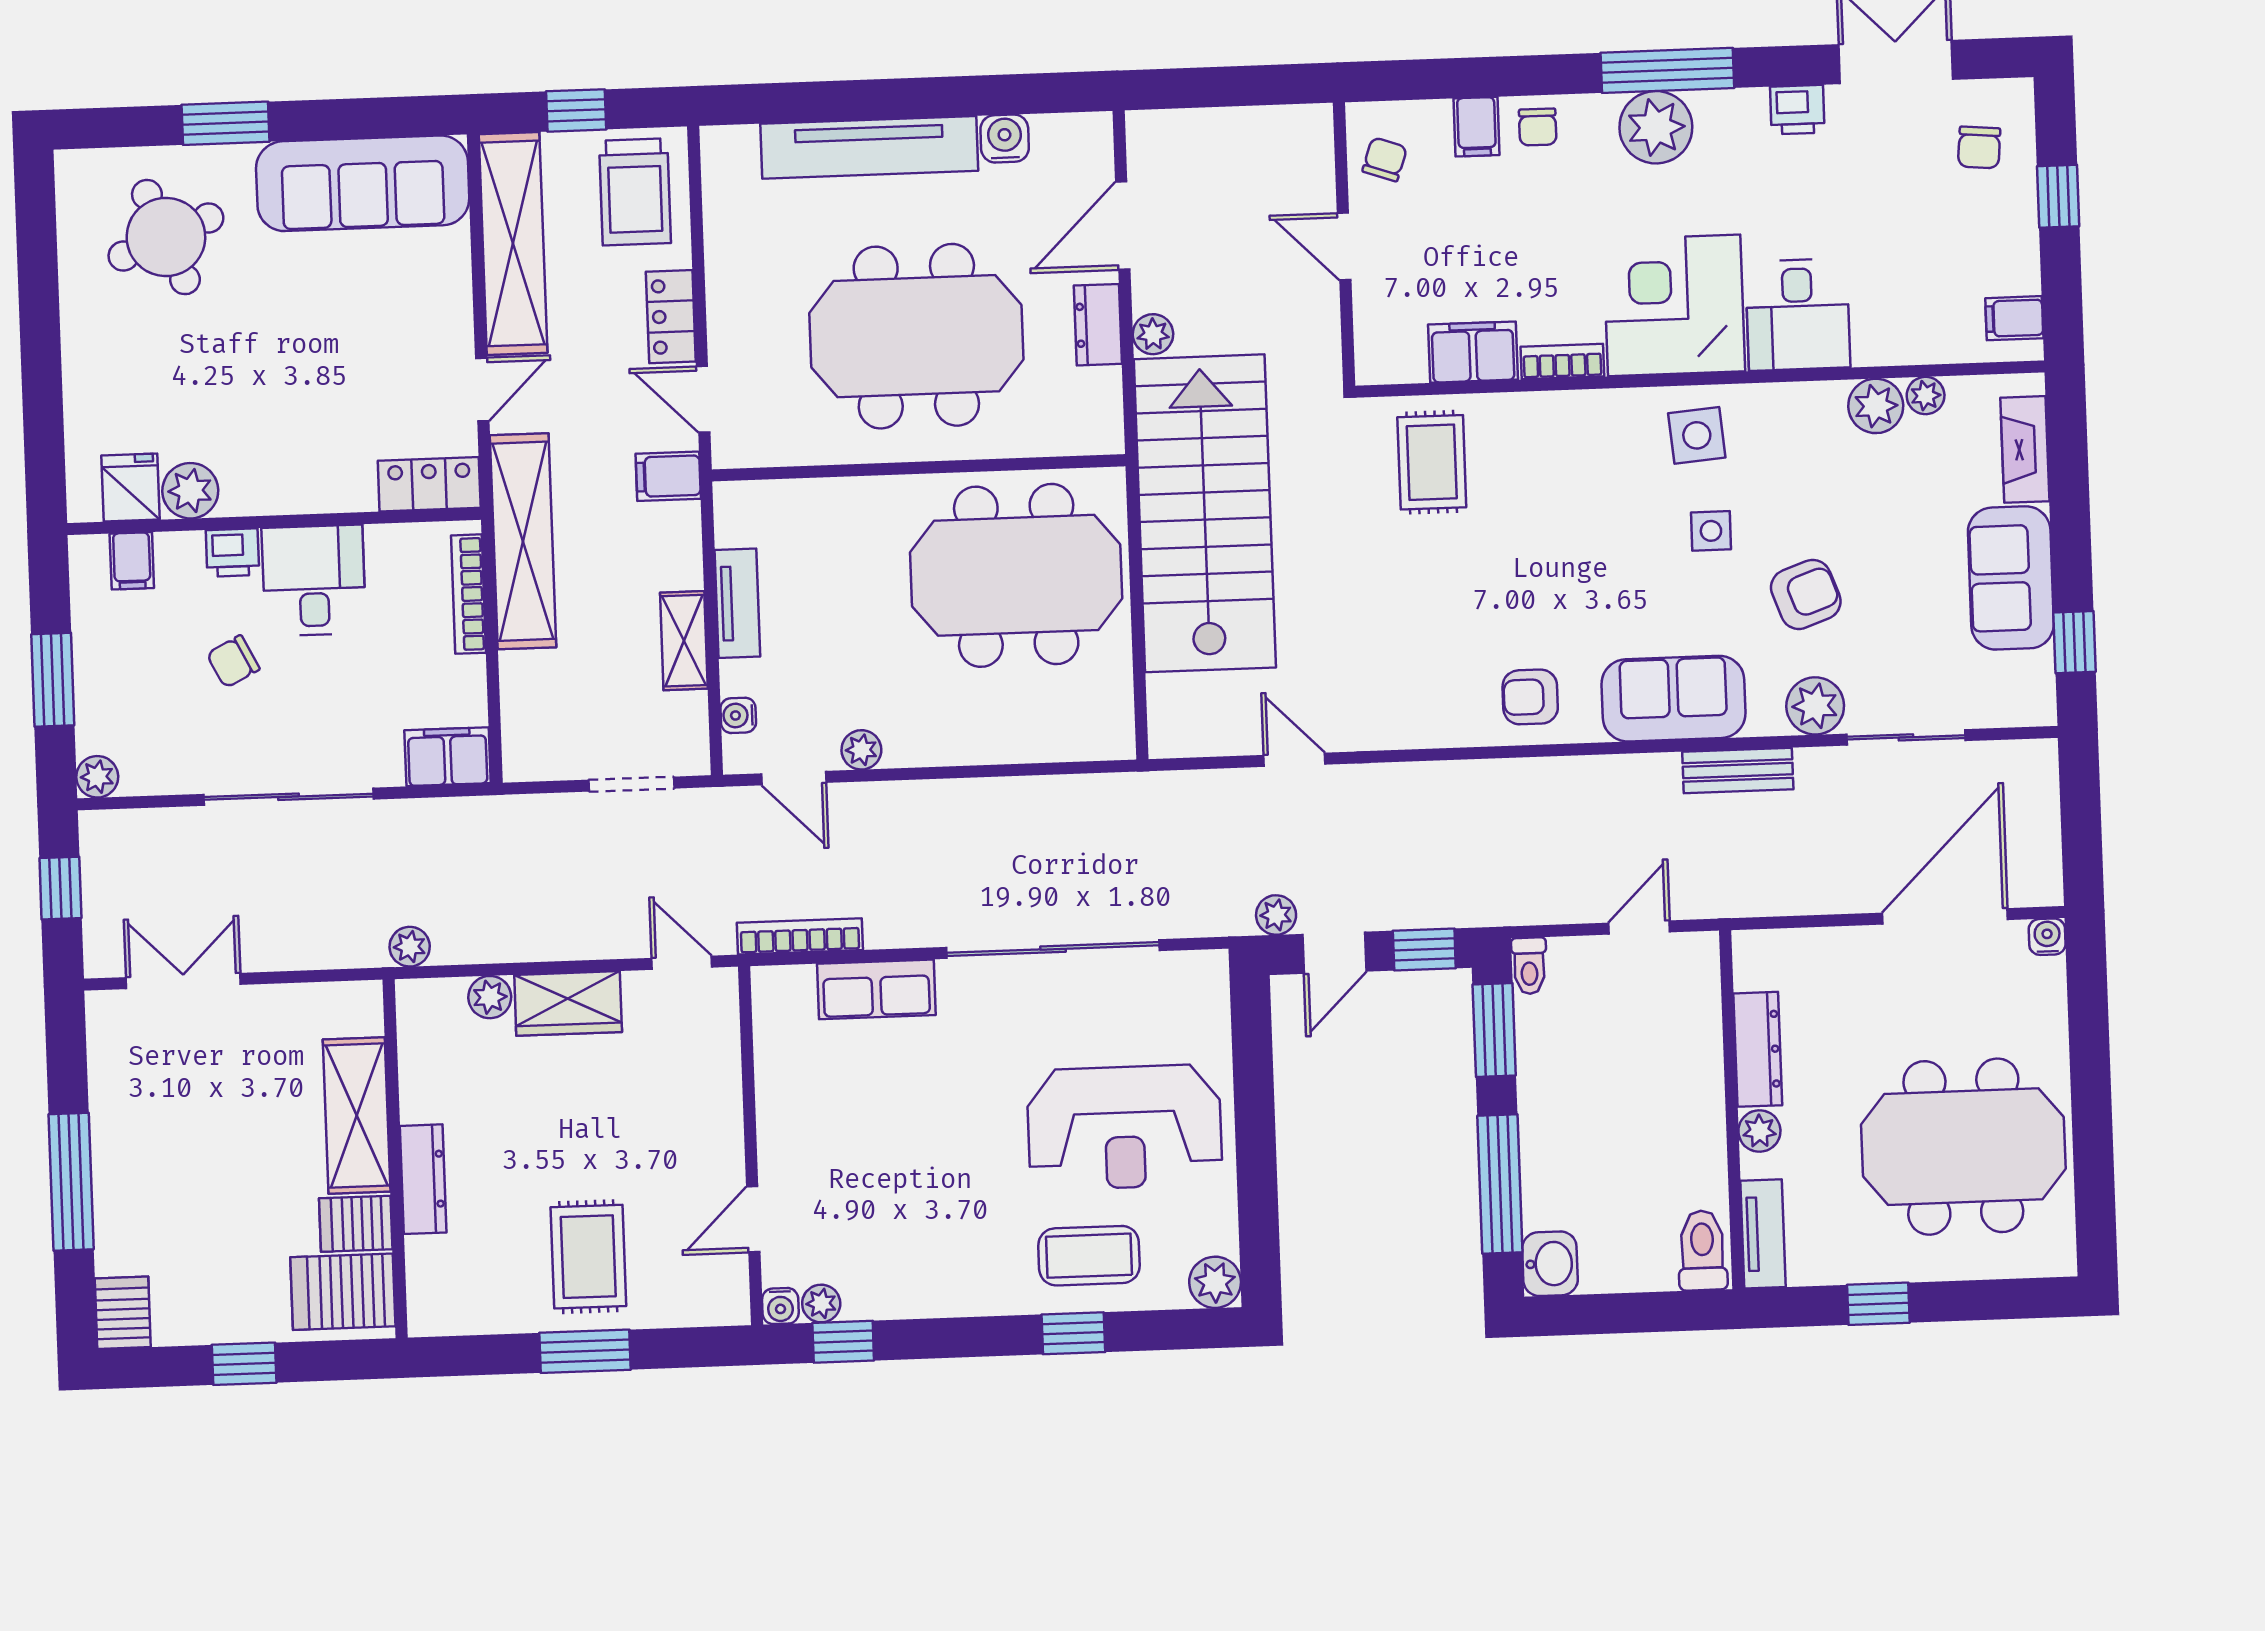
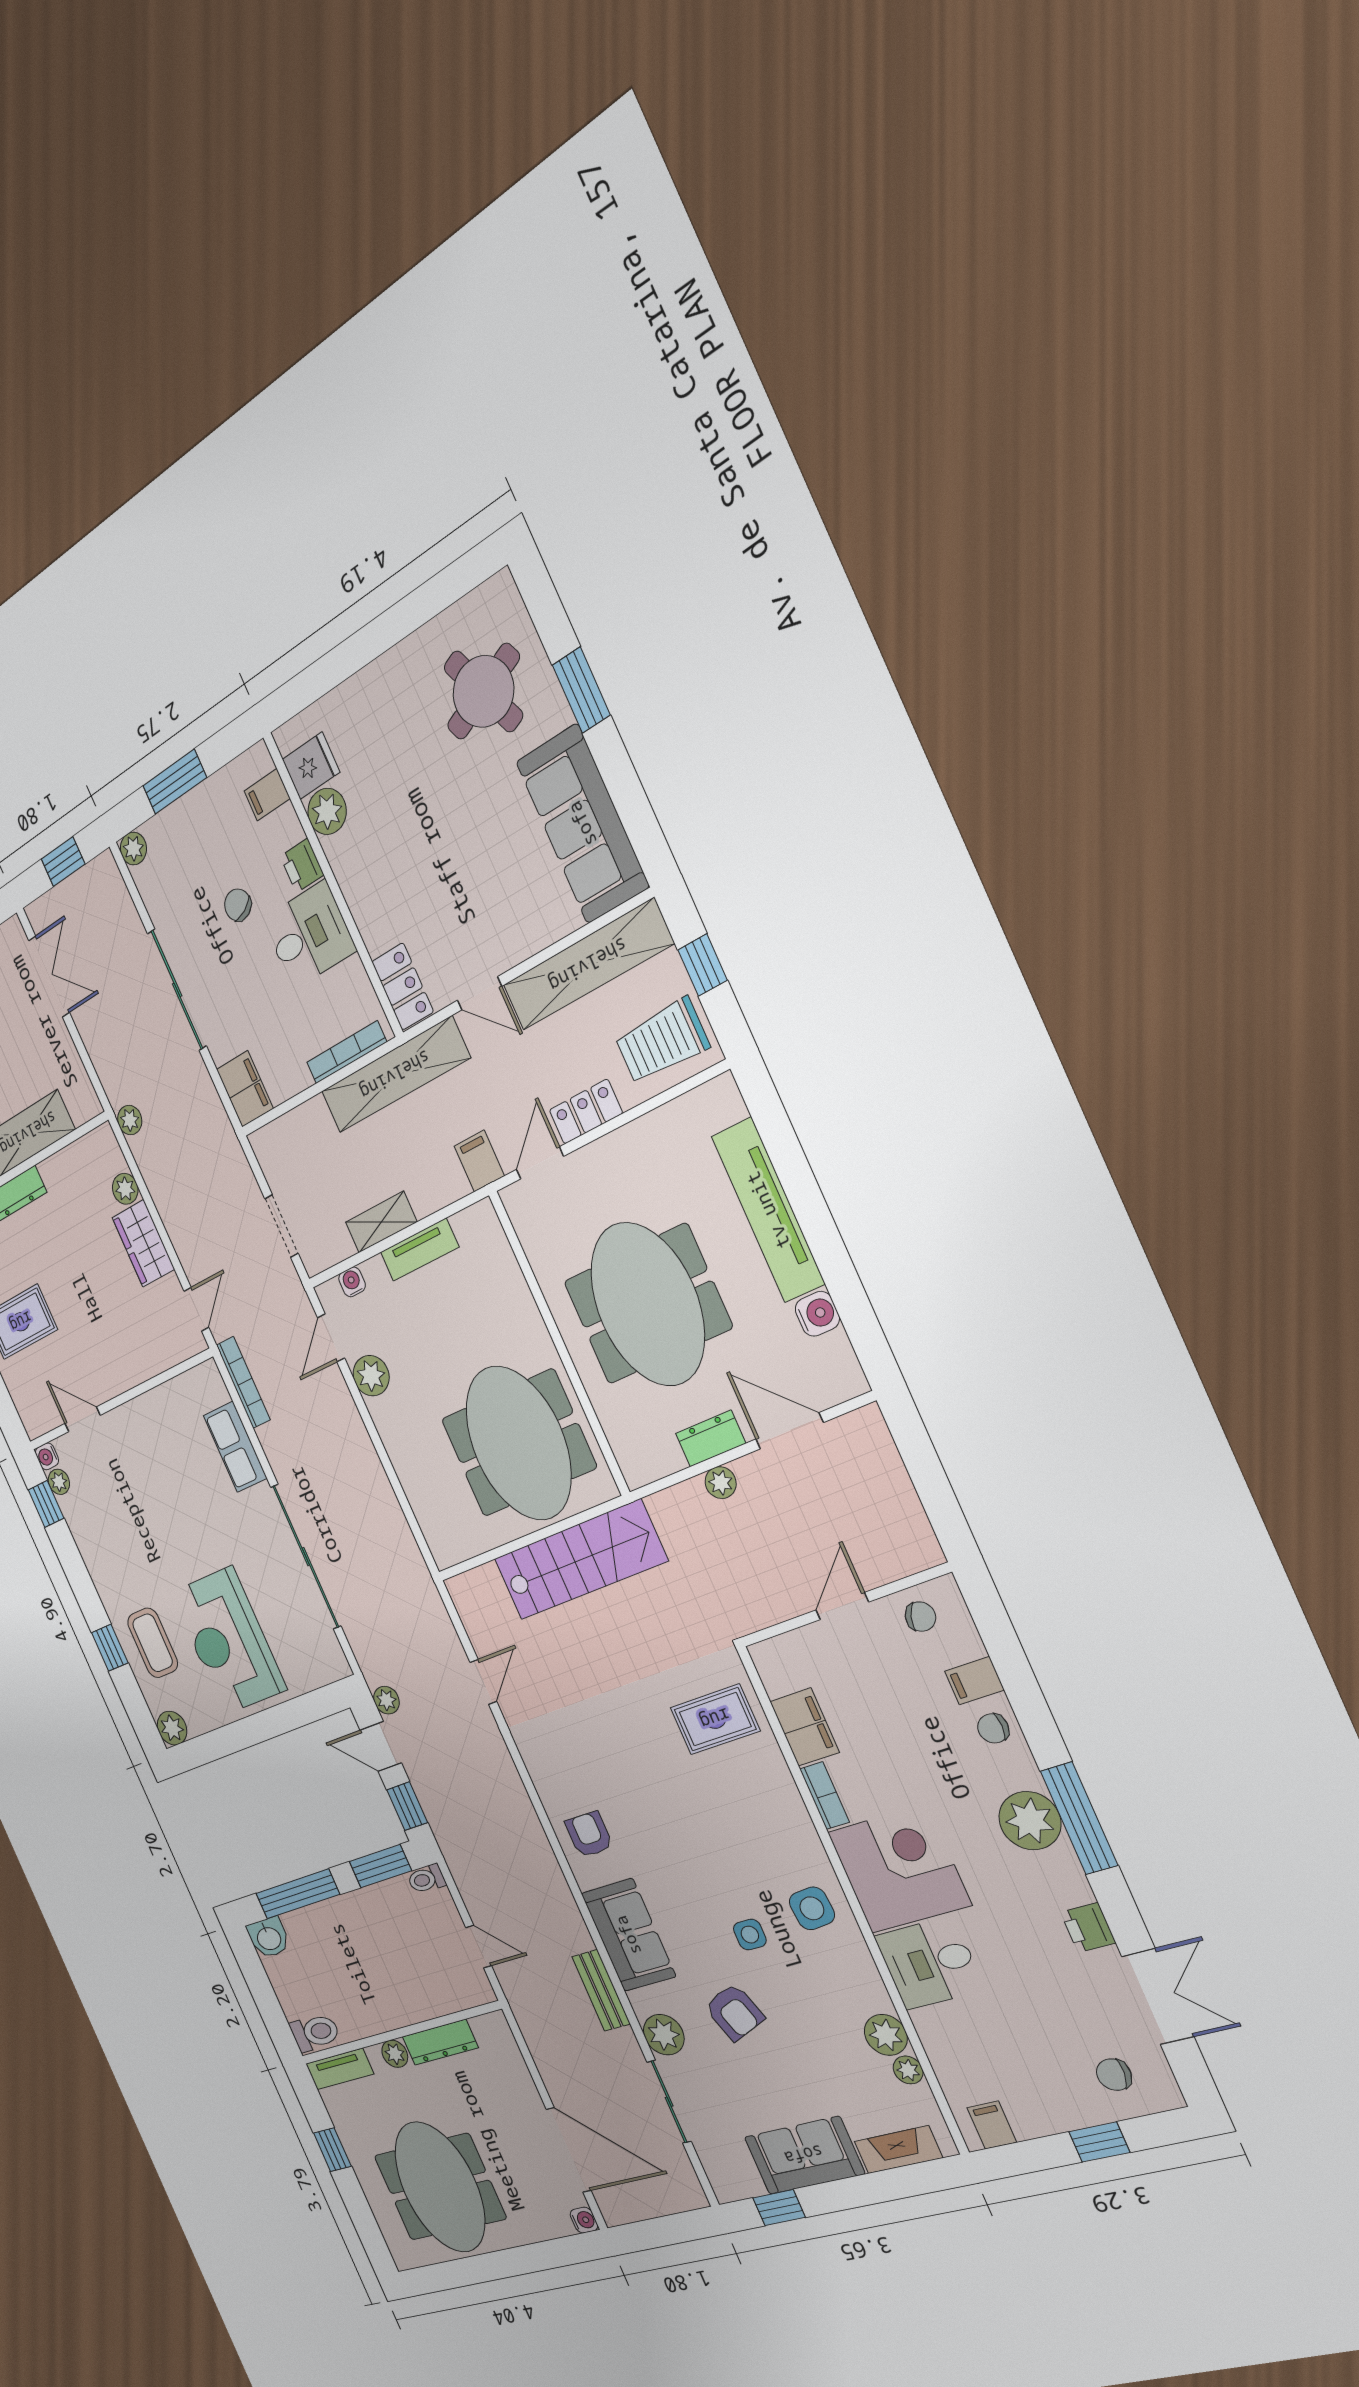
stairs: (1205, 513) -> (580, 1560), width x0.73, depth x0.66
plant: (861, 750) -> (371, 1376), width x1.38, depth x1.38

